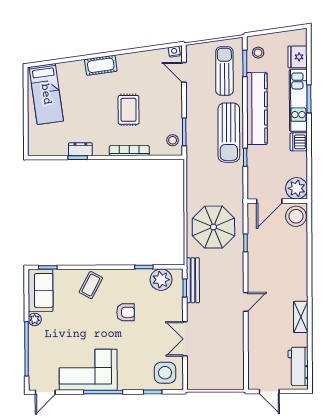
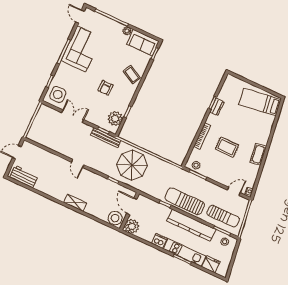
cot: (101, 65) -> (258, 154), moved
shelving: (301, 317) -> (75, 203), moved

